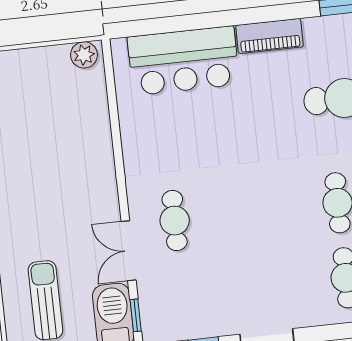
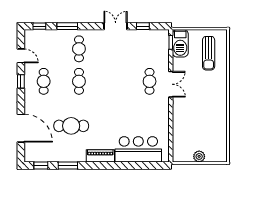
plant: (84, 55) -> (199, 156), moved
double door: (129, 251) -> (171, 84), moved

